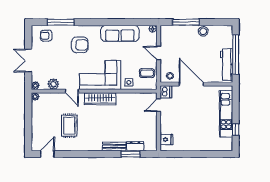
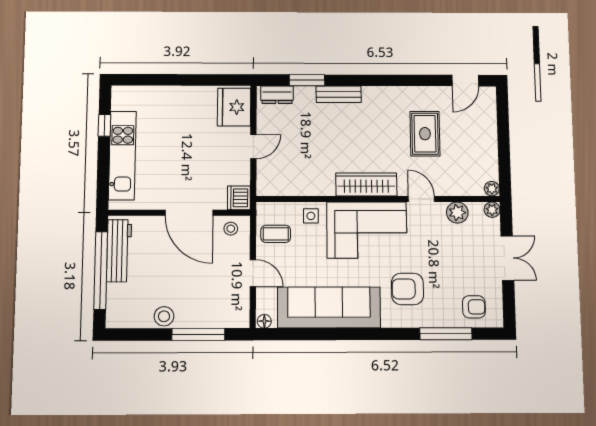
sofa: (120, 33) -> (329, 307), width x1.36, depth x1.27
door: (159, 105) -> (253, 147), moved
fridge: (166, 140) -> (234, 107), width x1.88, depth x1.34
dresser: (135, 146) -> (277, 95), moved

